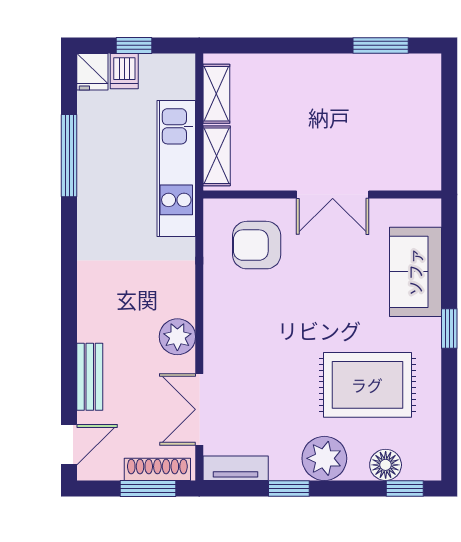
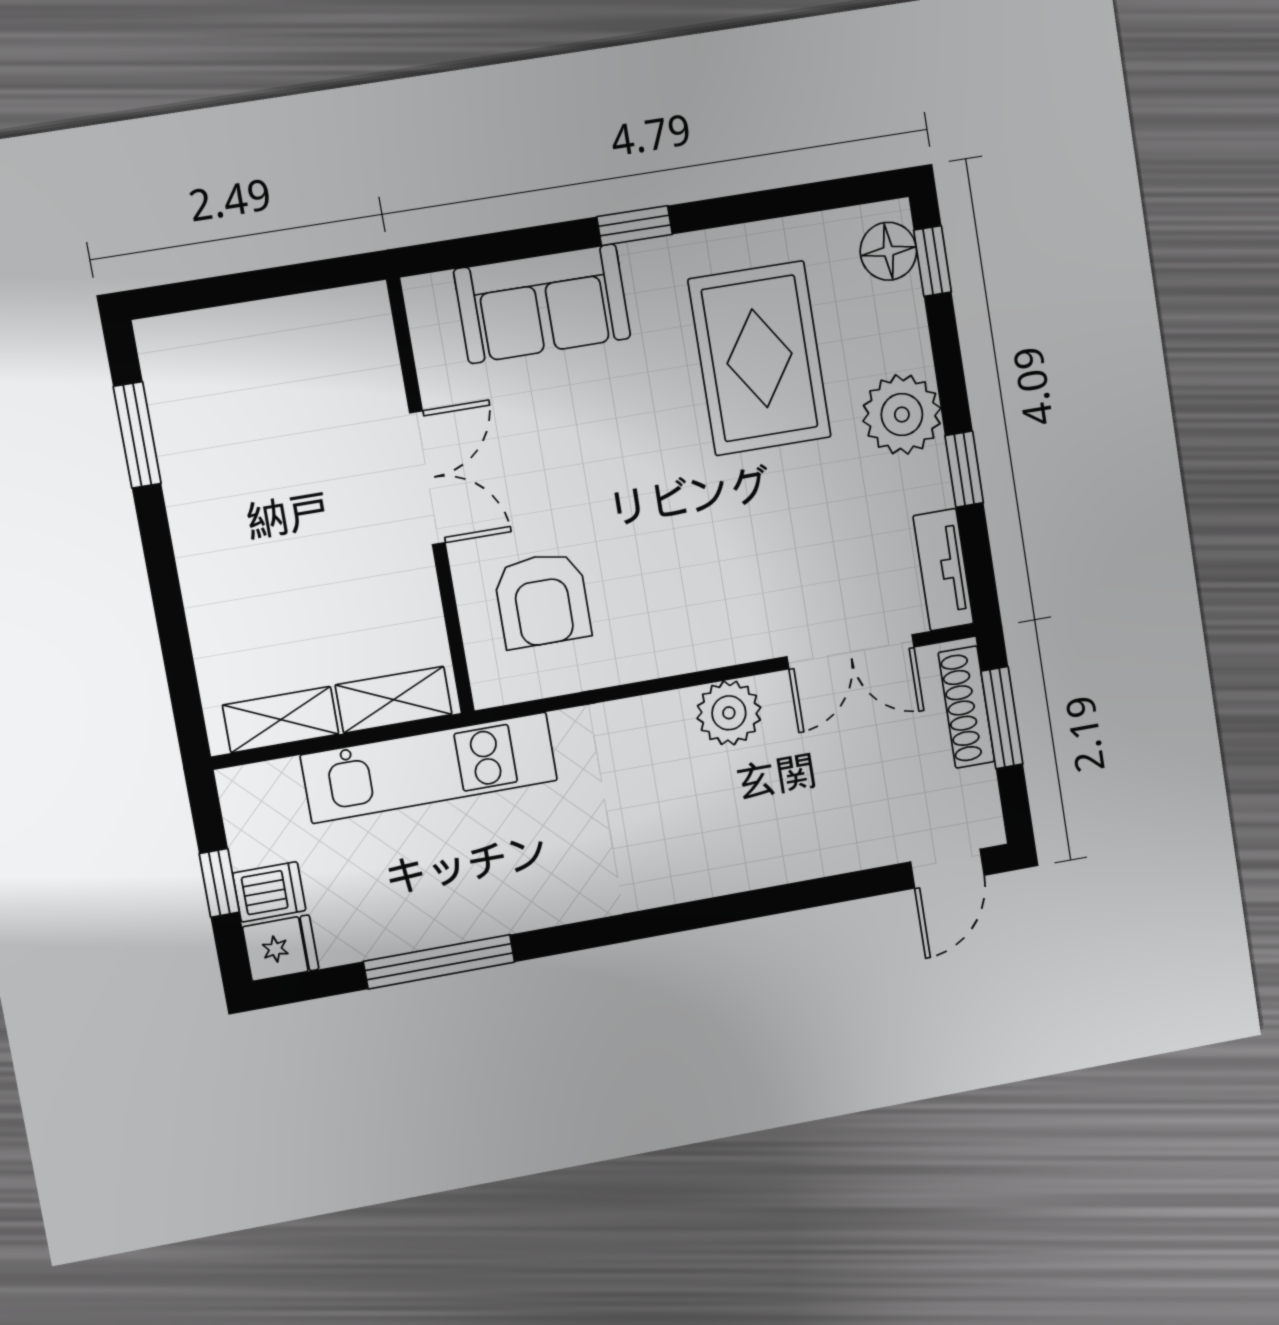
bench: (90, 377) -> (824, 854), removed
door: (69, 445) -> (947, 869), swing flipped
floor lamp: (386, 465) -> (888, 251), moved

